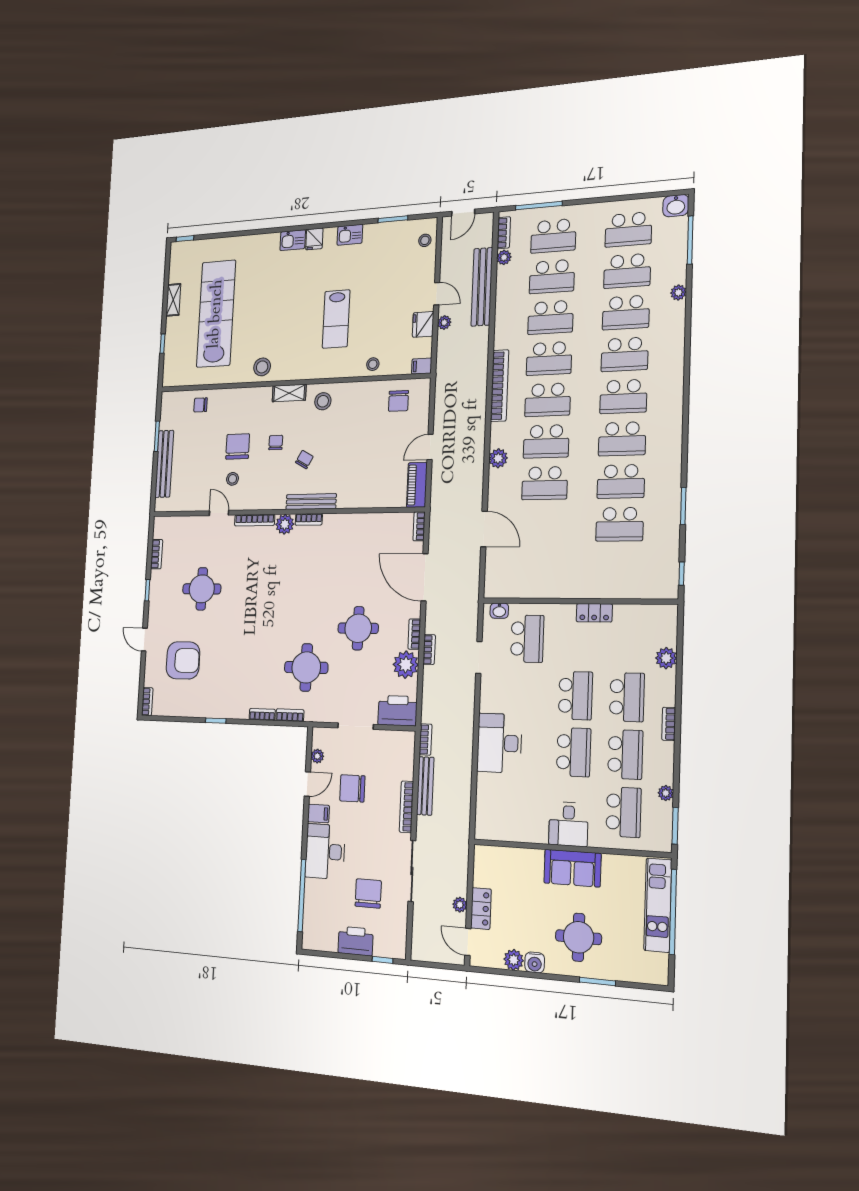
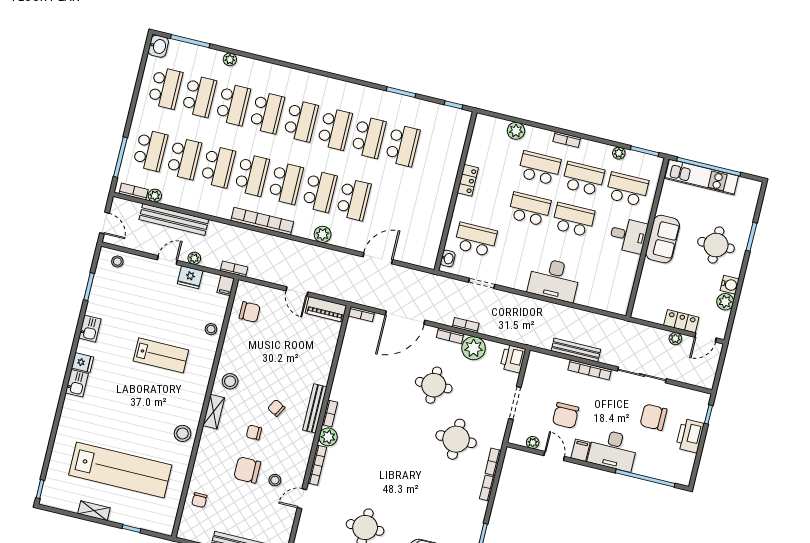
lab bench: (216, 314) -> (120, 470), turned 180
printer: (398, 711) -> (513, 359), width x0.73, depth x0.84
bookcase: (425, 740) -> (234, 269), moved

